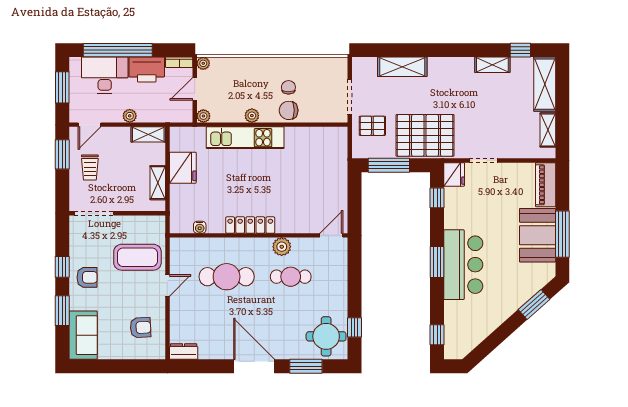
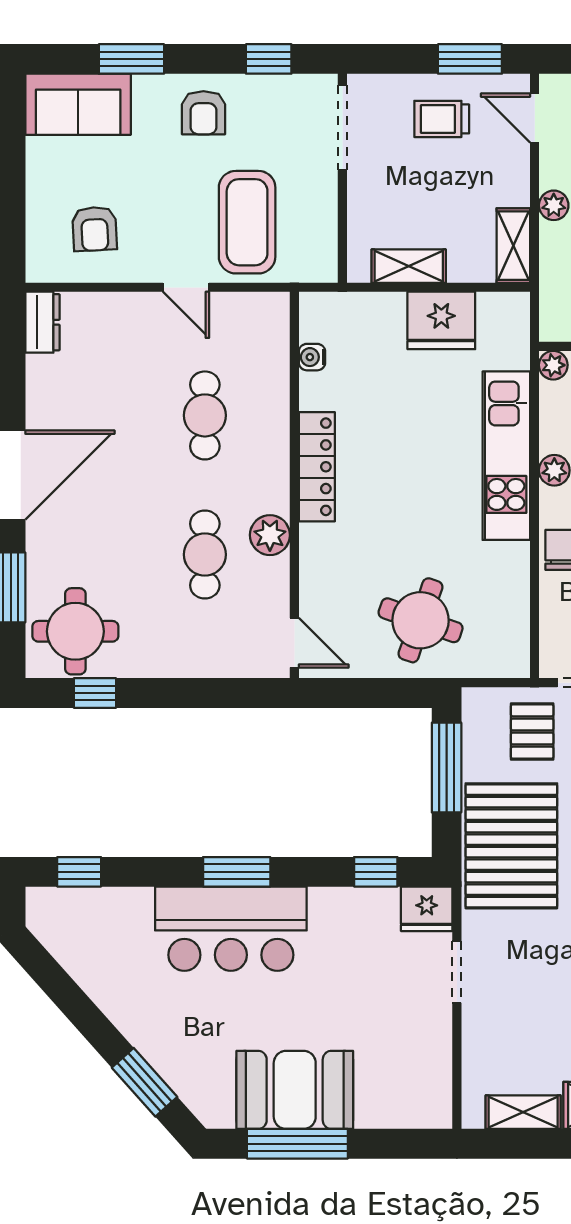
round table: (321, 177) -> (421, 620), added
piano: (546, 185) -> (404, 1107), removed
window: (62, 267) -> (269, 59), moved
cafe table: (227, 277) -> (205, 415), width x0.73, depth x0.74

